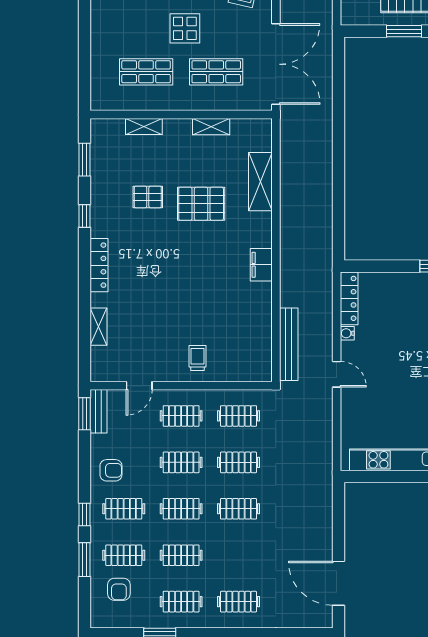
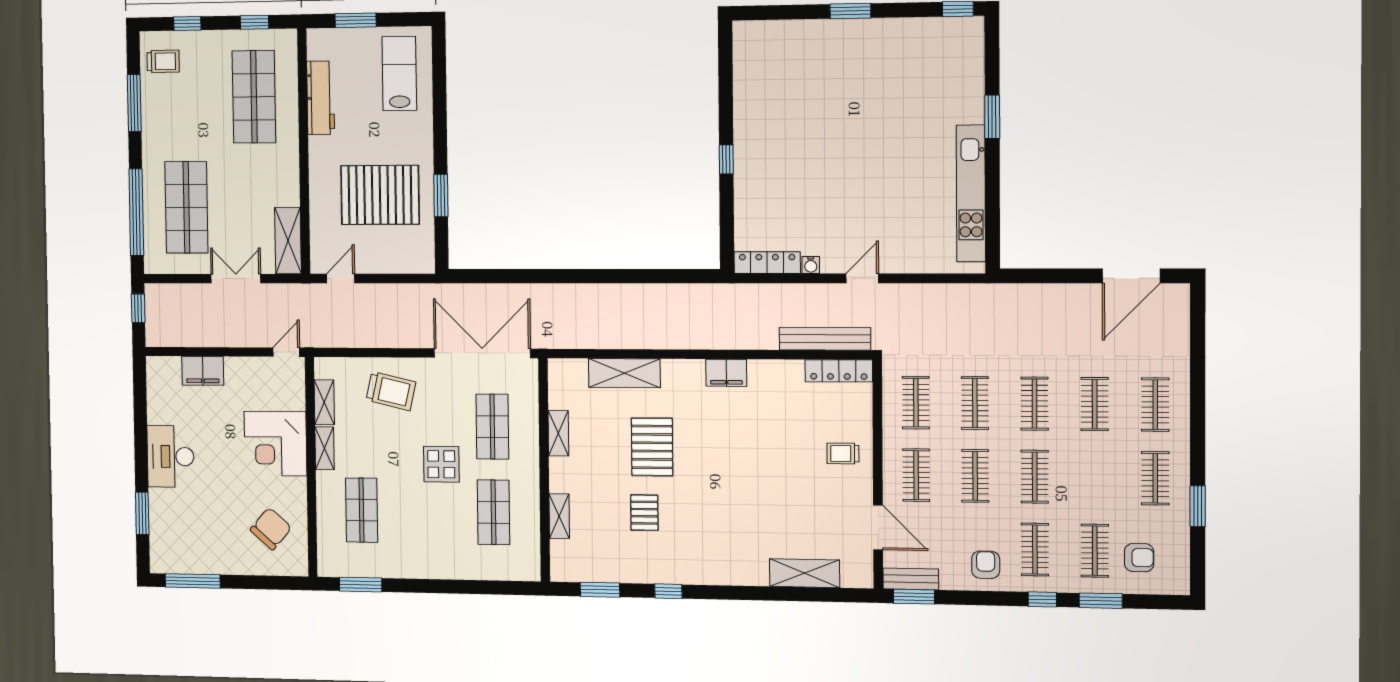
locker: (99, 265) -> (839, 371), moved, turned 180
shelving: (99, 327) -> (805, 573), width x1.50, depth x1.33
door: (139, 386) -> (878, 527), width x1.38
clothes rail: (181, 555) -> (1095, 404), moved

